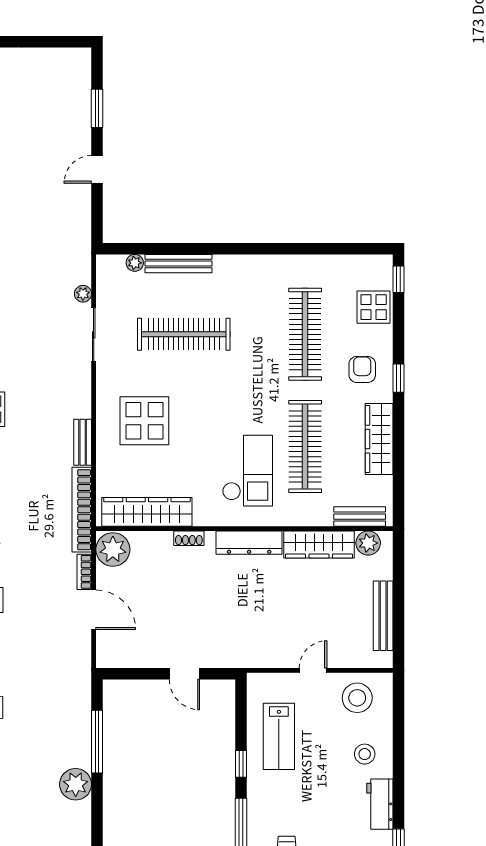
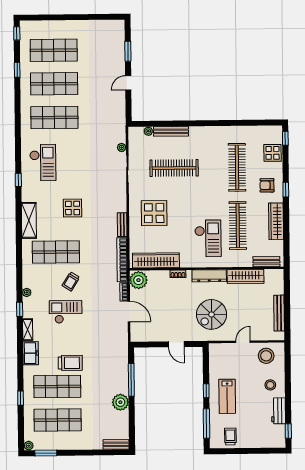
armchair: (362, 369) -> (267, 185), turned -90
plant: (368, 543) -> (271, 275), removed
spiral stairs: (253, 617) -> (211, 314), added
lab bench: (279, 736) -> (227, 396), moved

